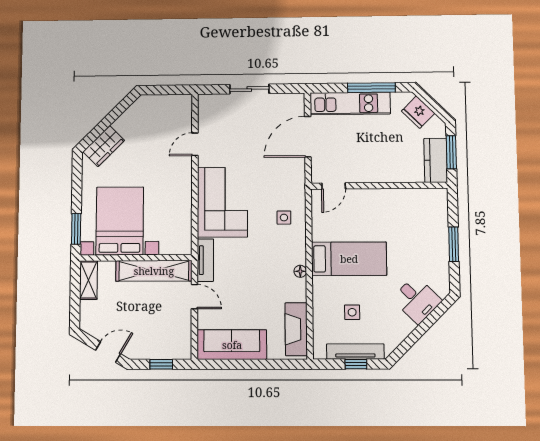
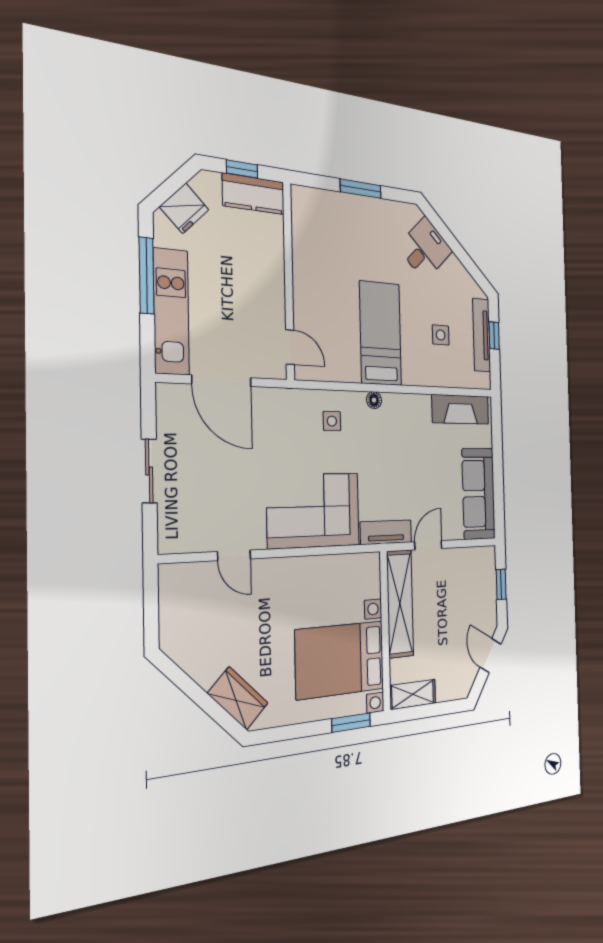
window: (451, 152) -> (242, 169), width x0.67
floor lamp: (300, 271) -> (374, 400), moved

